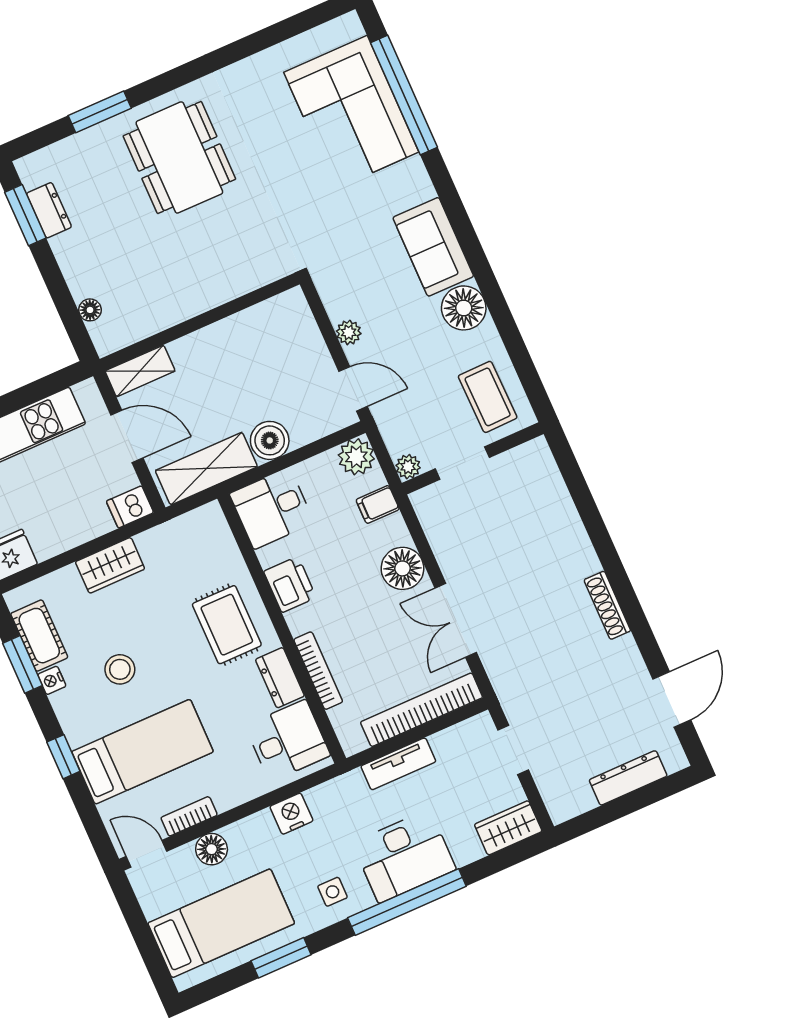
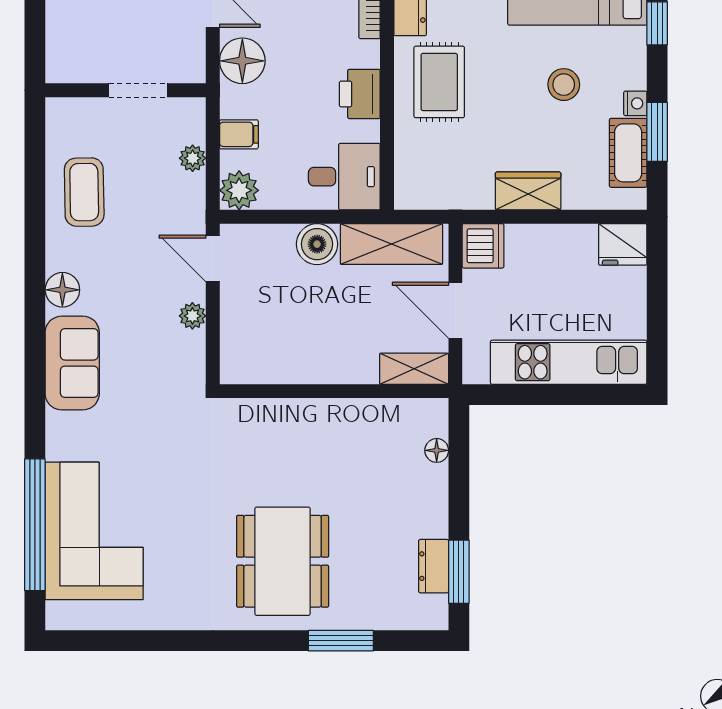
floor lamp: (464, 308) -> (62, 290), width x0.73, depth x0.73
wall: (473, 458) -> (126, 90), moved
doorway: (462, 463) -> (138, 90), moved
dishwasher: (130, 507) -> (483, 246), width x1.38

